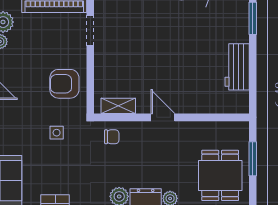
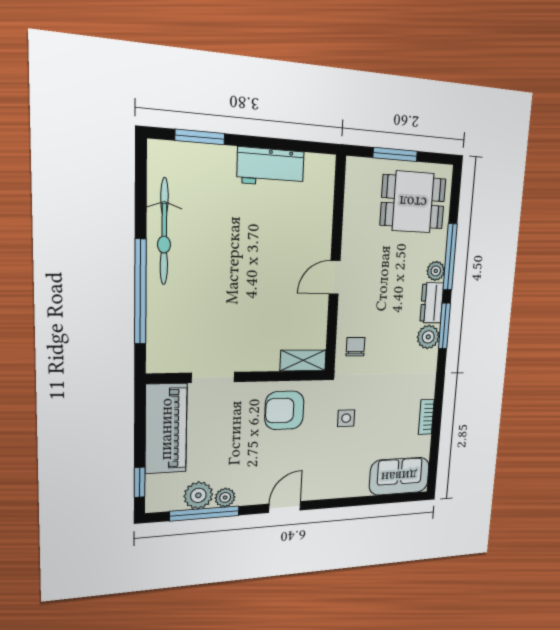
armchair: (64, 84) -> (284, 410), turned 90
shelving: (118, 106) -> (303, 360), moved, turned 90

